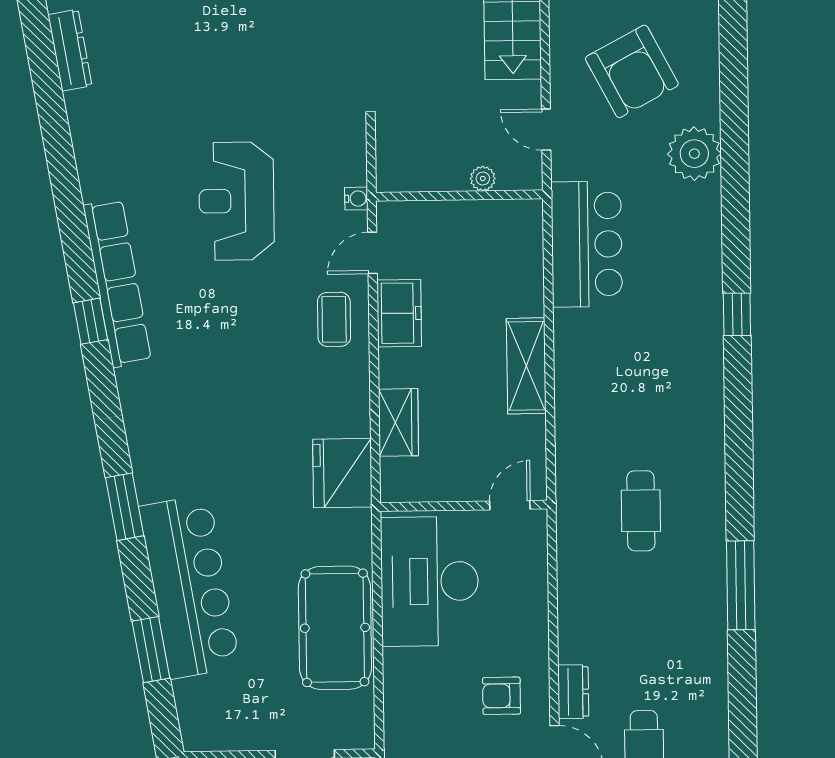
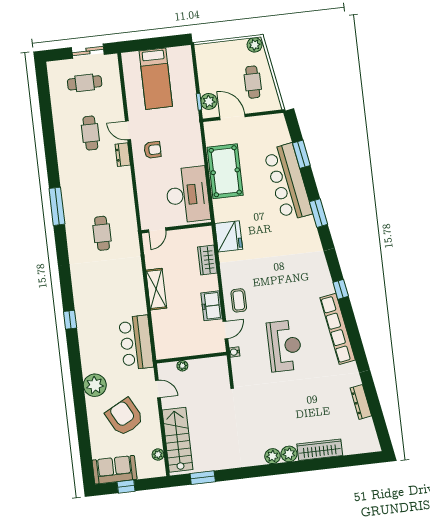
row of seats: (117, 283) -> (338, 329), moved

